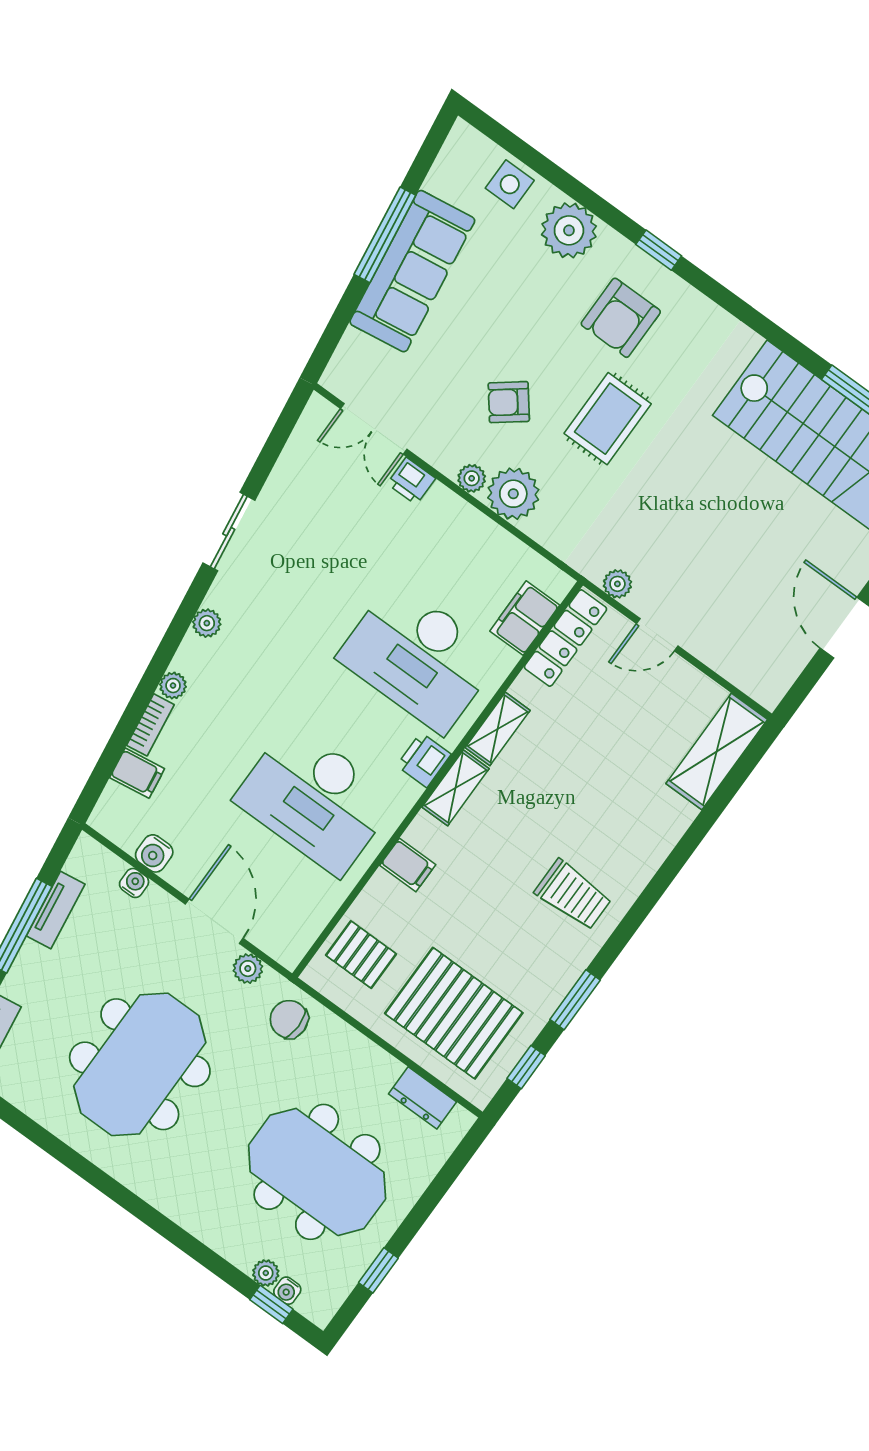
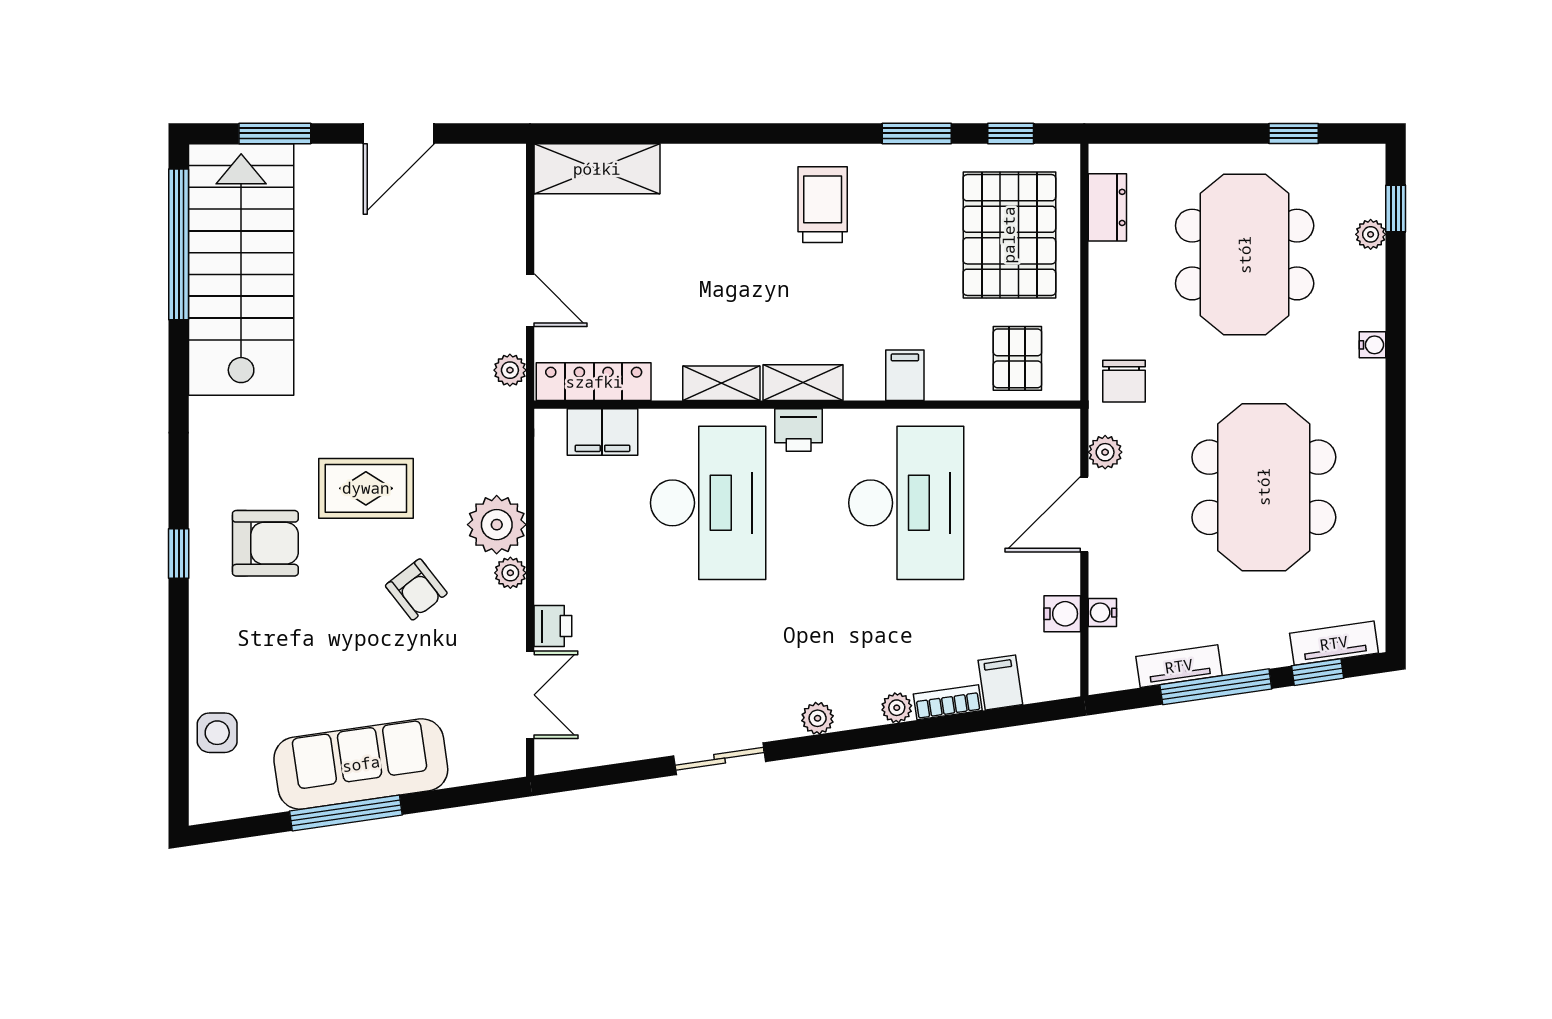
plant: (569, 230) -> (220, 648), removed
meeting table: (140, 1064) -> (1264, 487), turned 90
water cooler: (287, 1291) -> (1372, 345), moved

